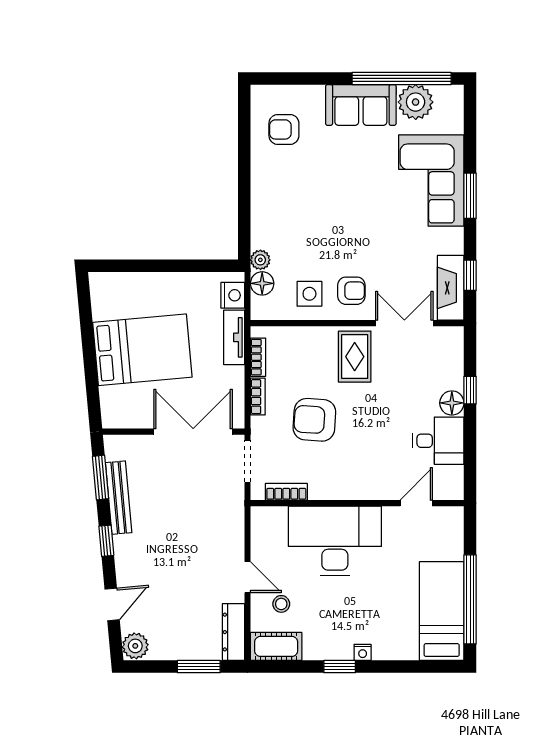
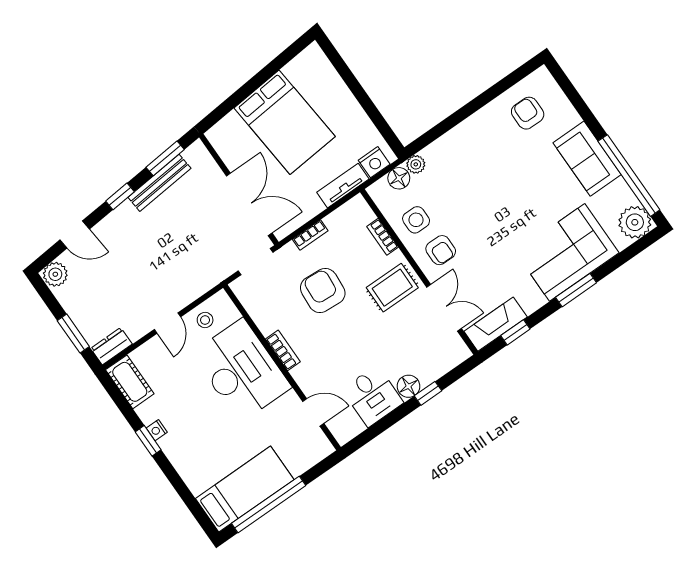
plant: (416, 102) -> (635, 222), moved
bookcase: (258, 357) -> (383, 237), moved, turned 90
bookcase: (286, 492) -> (283, 350), moved
stool: (281, 604) -> (205, 320), moved
dresser: (233, 632) -> (111, 346), width x0.70
nightstand: (363, 652) -> (157, 430), moved

